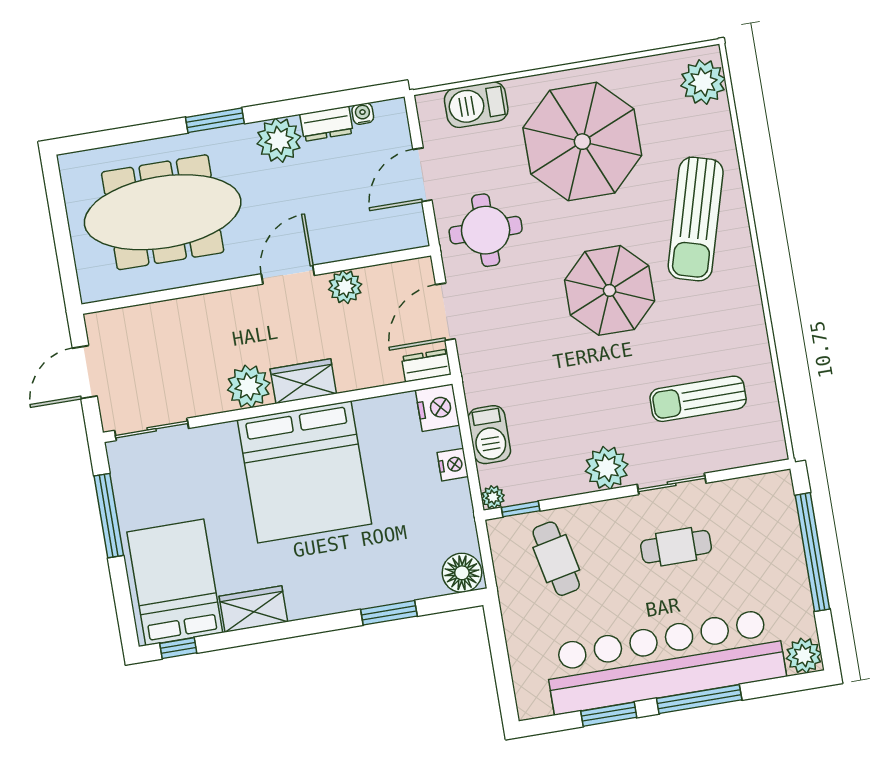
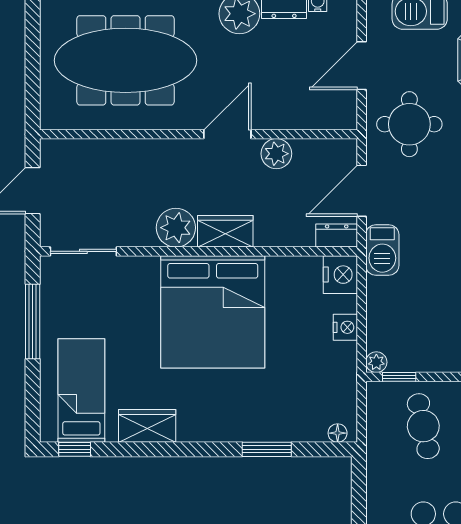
barbecue: (489, 435) -> (382, 250), moved
floor lamp: (462, 573) -> (338, 433), width x0.53, depth x0.53
bed: (175, 582) -> (81, 390), width x0.67

